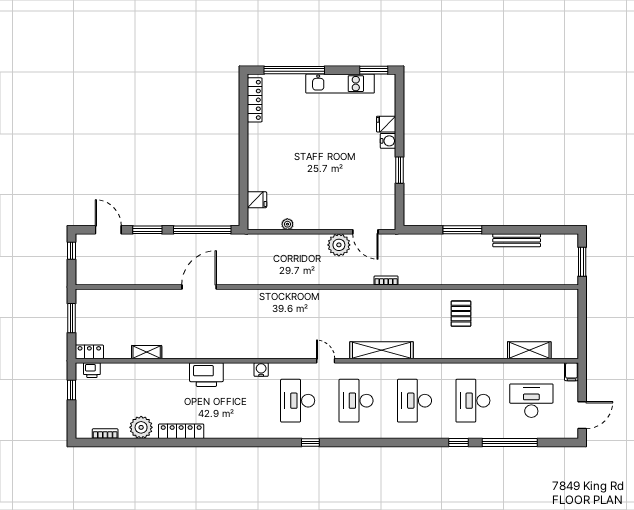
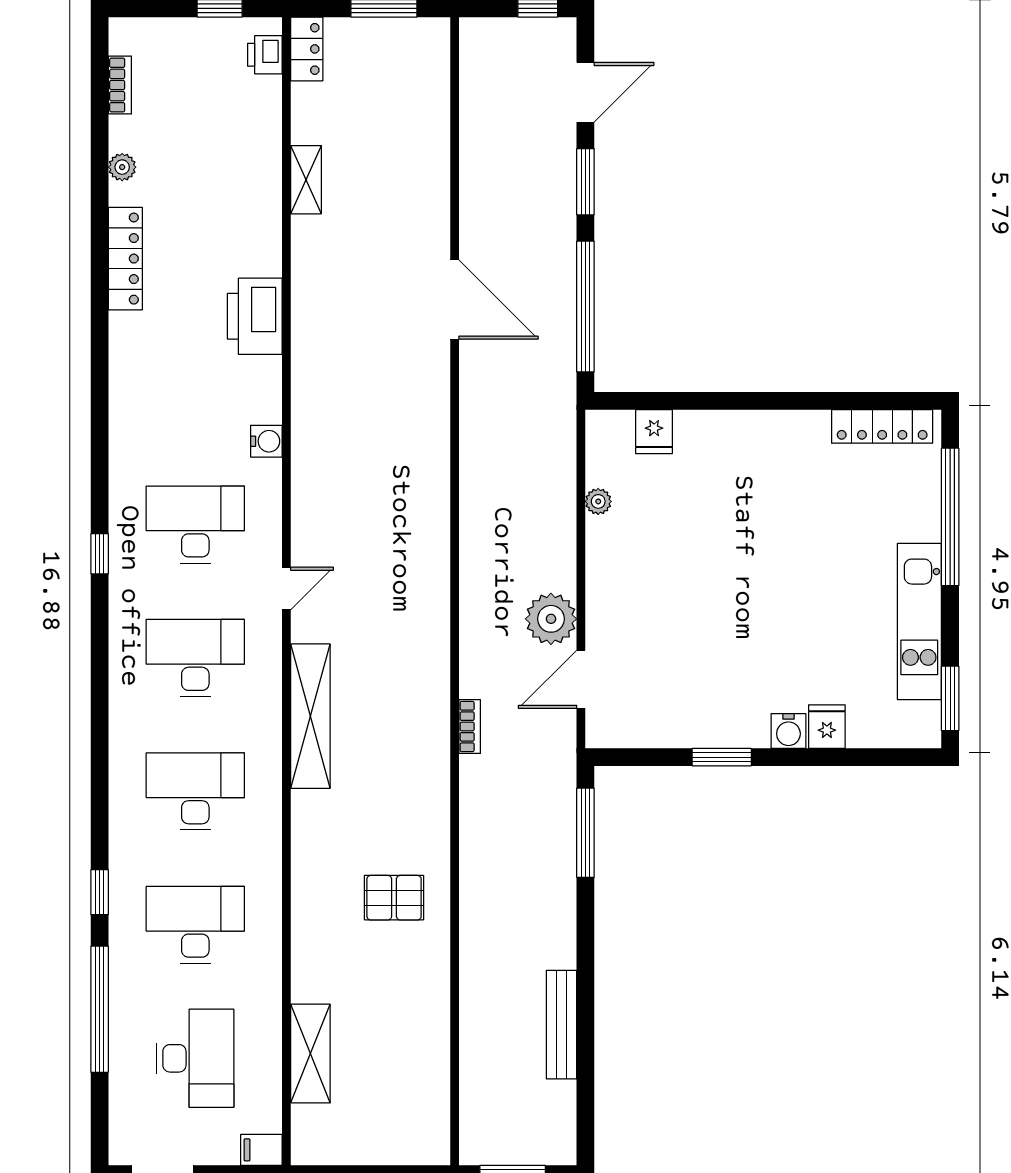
window: (462, 230) -> (585, 833), moved
plant: (141, 427) -> (122, 167), width x0.53, depth x0.53

